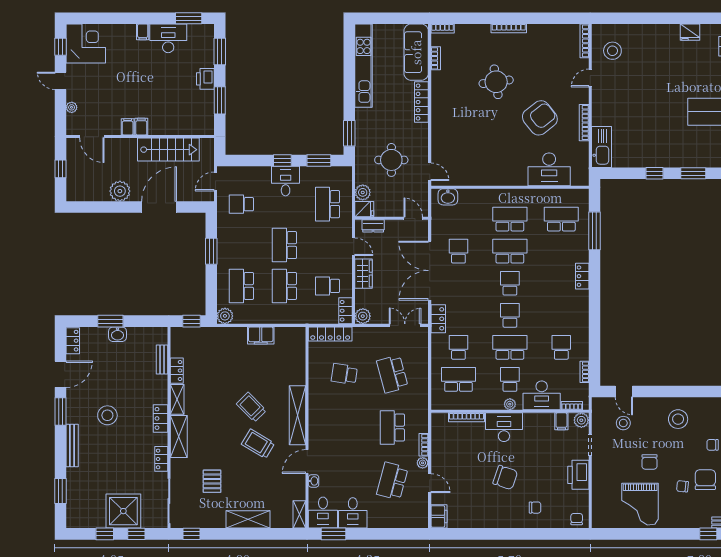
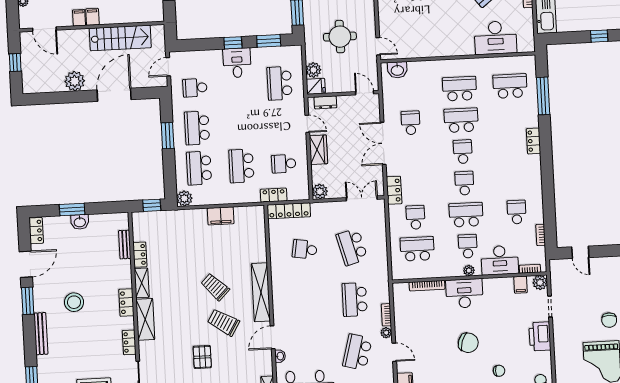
school desk: (284, 245) -> (197, 128), moved
double door: (430, 271) -> (383, 143), width x0.73
locker: (345, 311) -> (274, 195), moved, turned 90
stool: (623, 423) -> (581, 283), removed
pallet: (212, 481) -> (202, 357), moved

